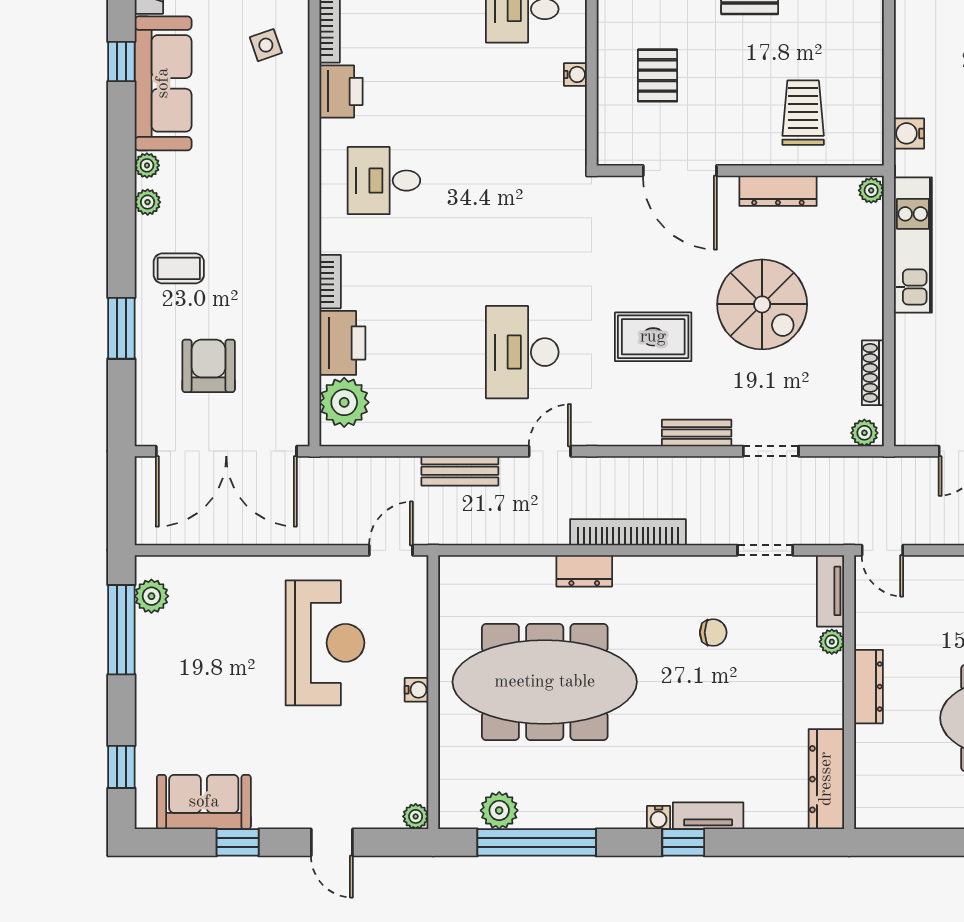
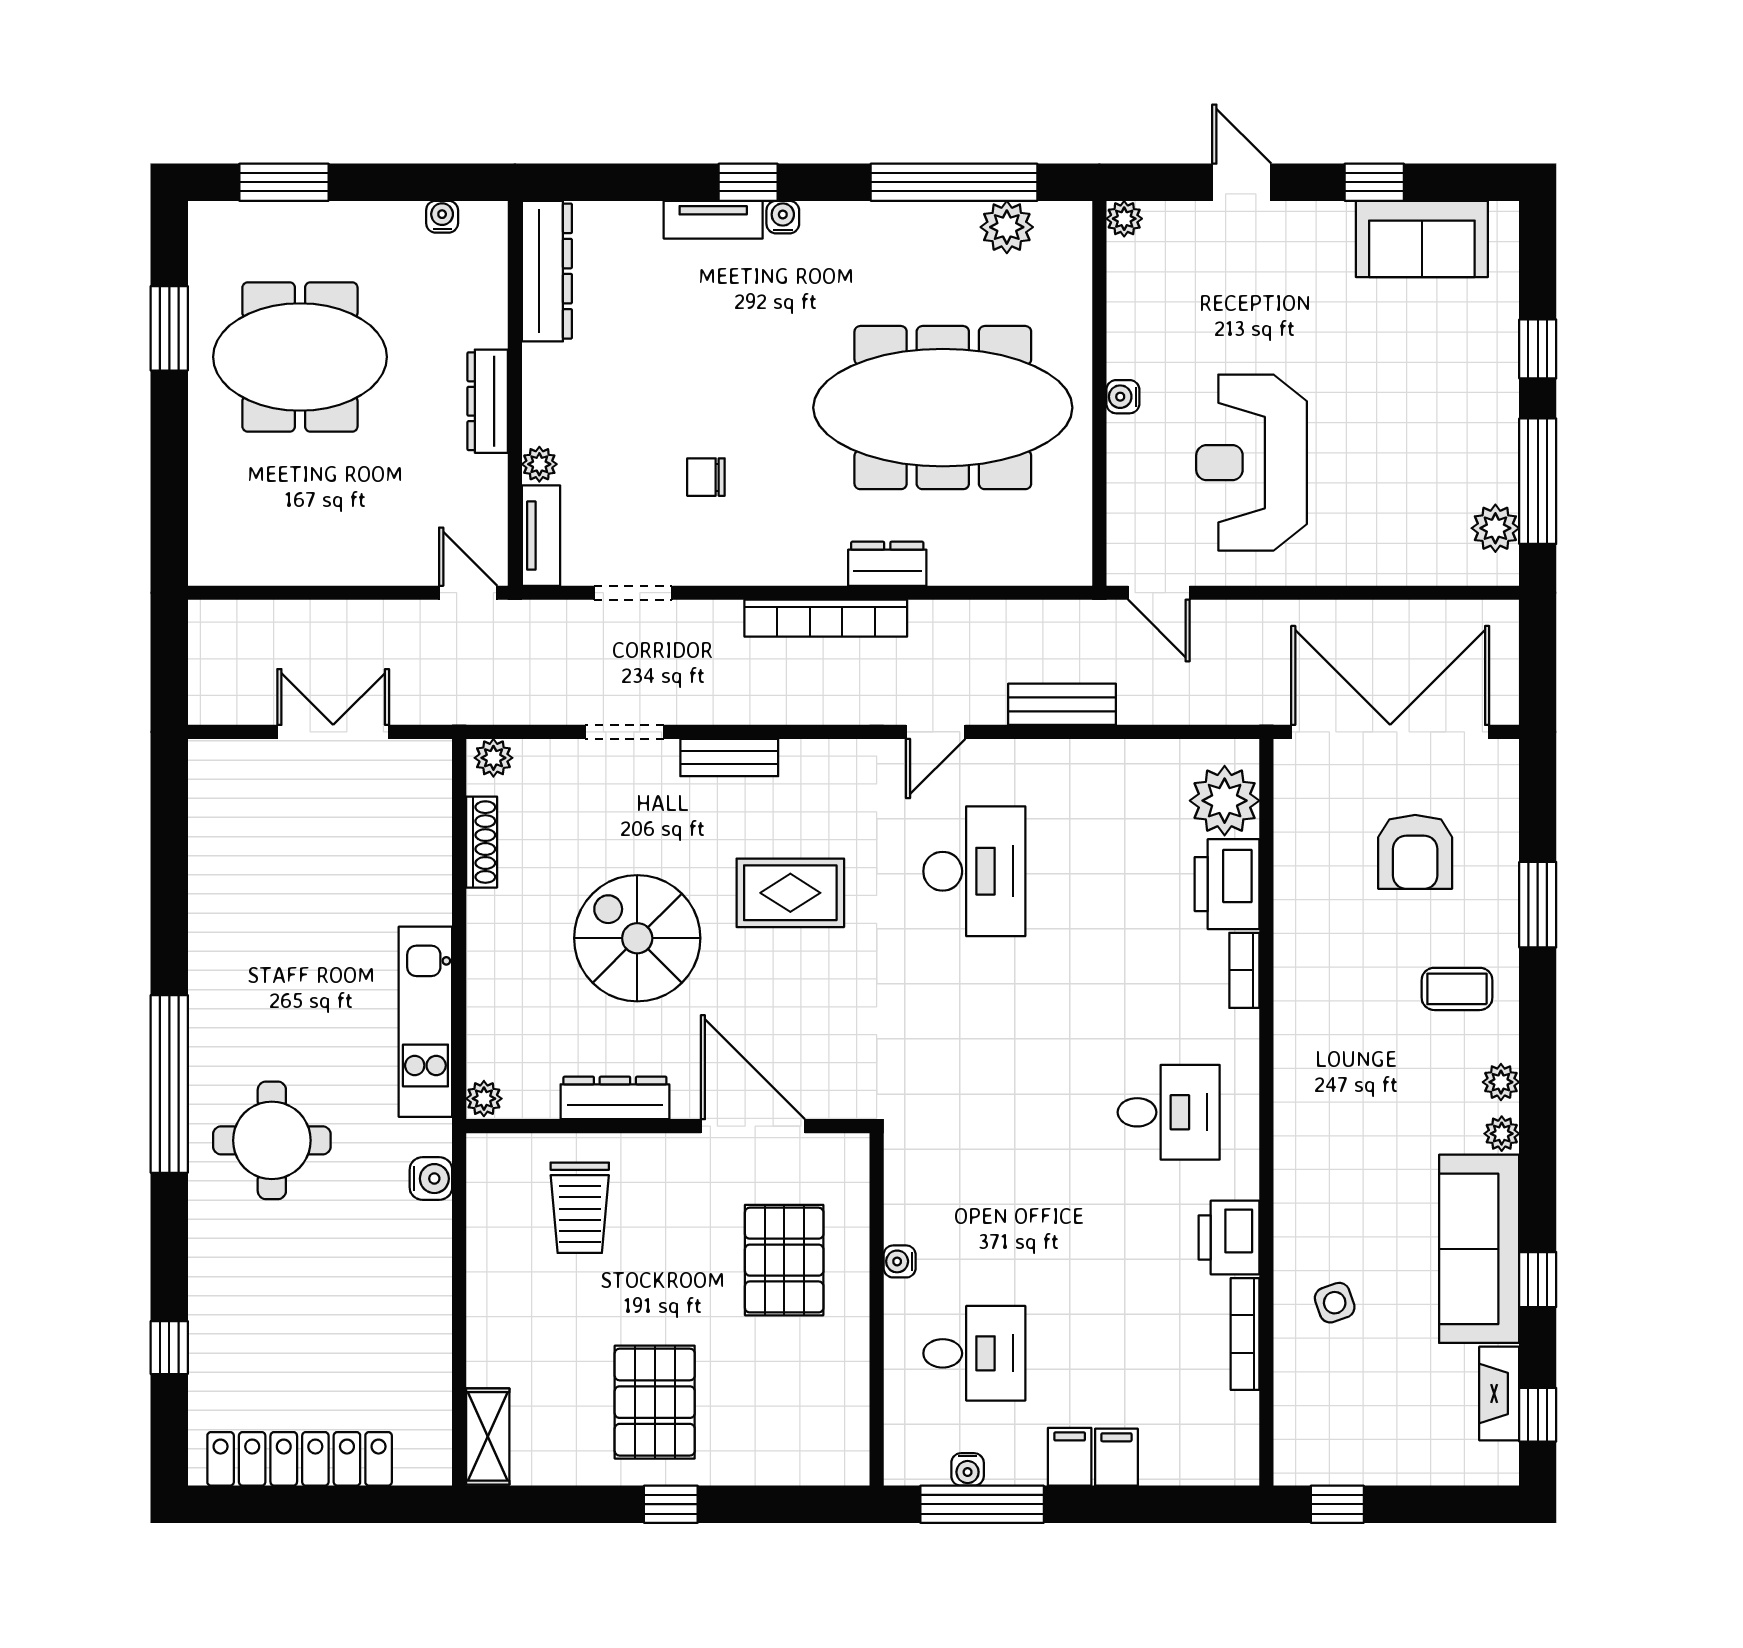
pallet: (658, 75) -> (784, 1260), width x1.50, depth x1.42
door: (391, 550) -> (1159, 593), hinge flipped
window: (121, 767) -> (1538, 349), moved
water cooler: (901, 818) -> (442, 217), added

